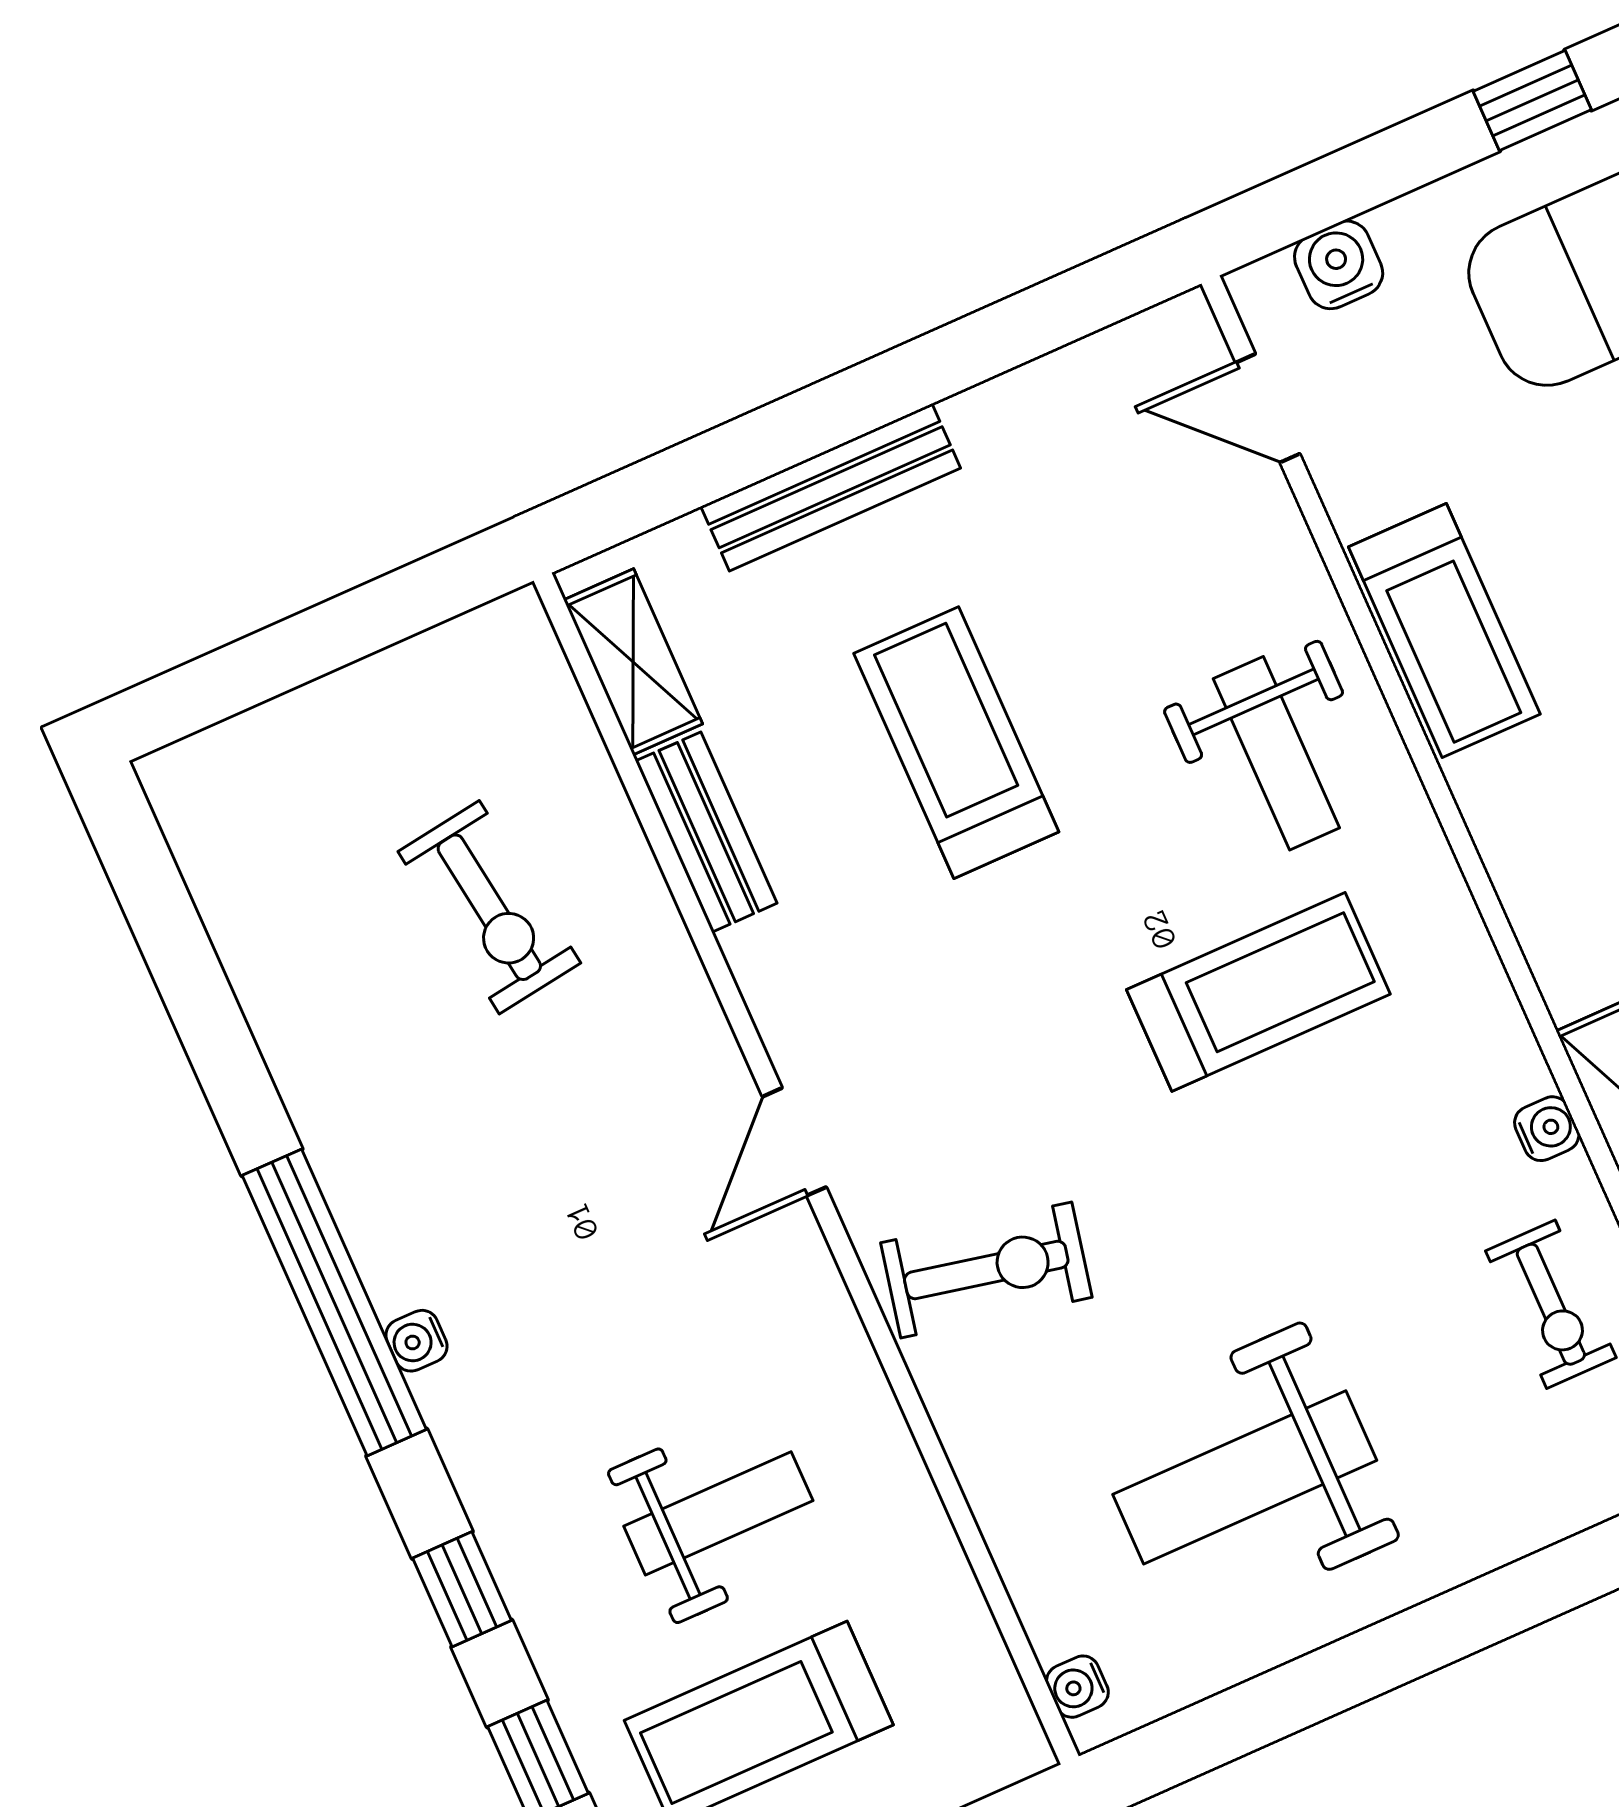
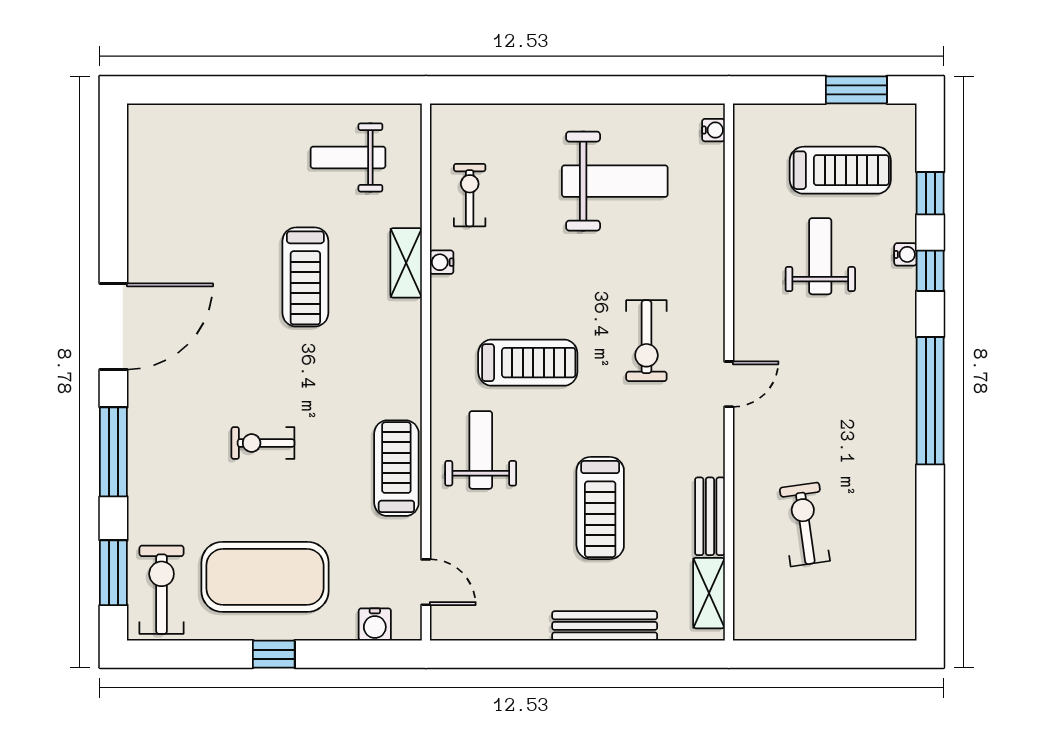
treadmill: (1258, 992) -> (528, 363), turned 180
exercise bike: (986, 1270) -> (646, 341), moved, turned -102
water cooler: (416, 1341) -> (905, 254), moved
weight bench: (718, 1513) -> (820, 256), turned 90

